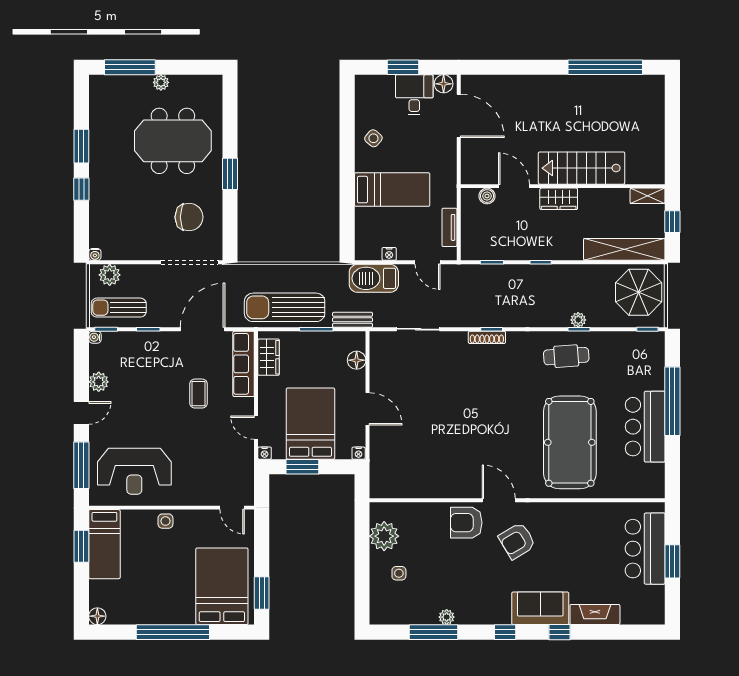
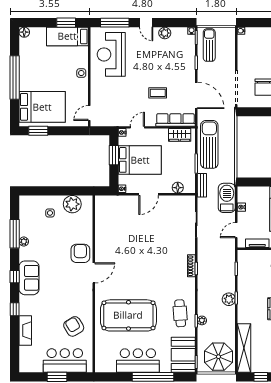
plant: (110, 275) -> (229, 299), moved
booth: (636, 351) -> (183, 355), added
armchair: (517, 541) -> (74, 326), moved
sofa: (540, 608) -> (29, 278), moved

